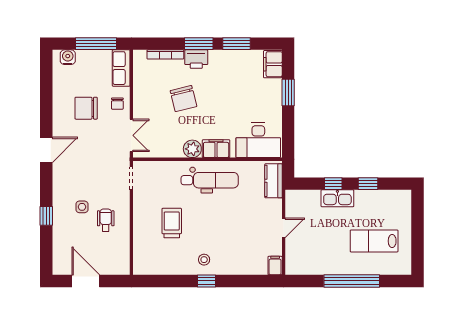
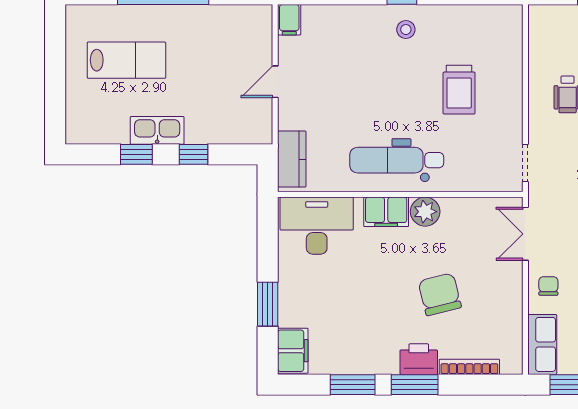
kitchen sink: (337, 198) -> (157, 130), moved

